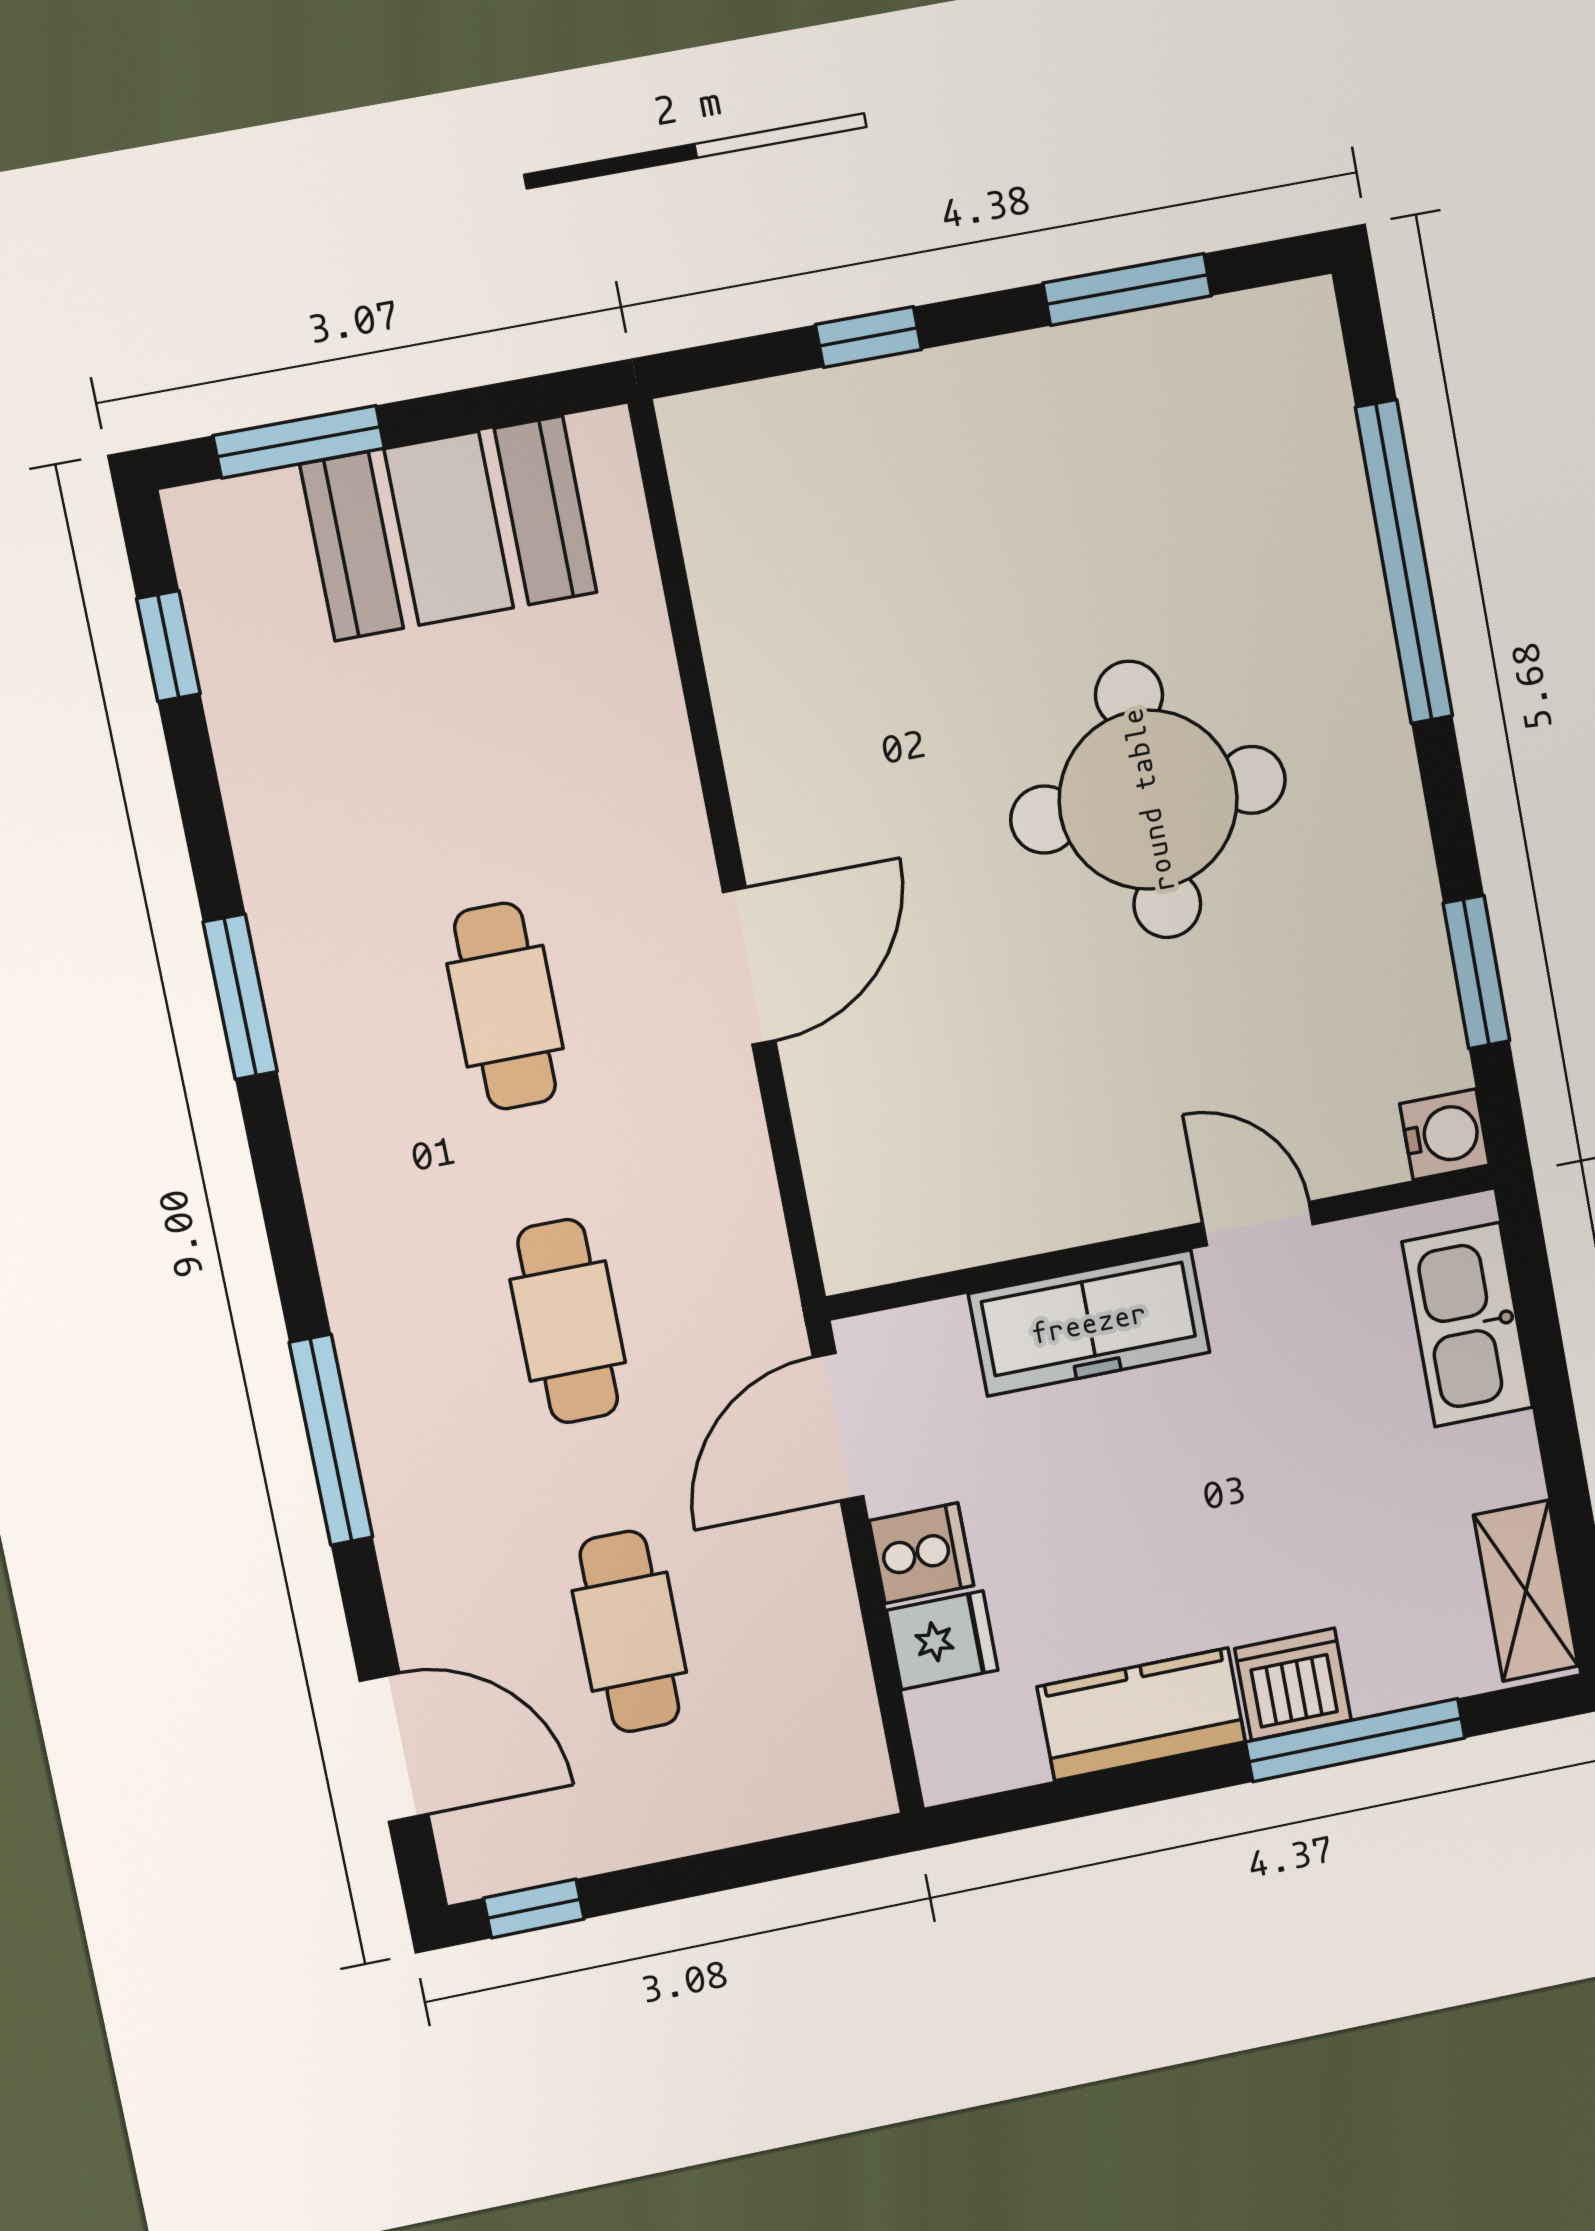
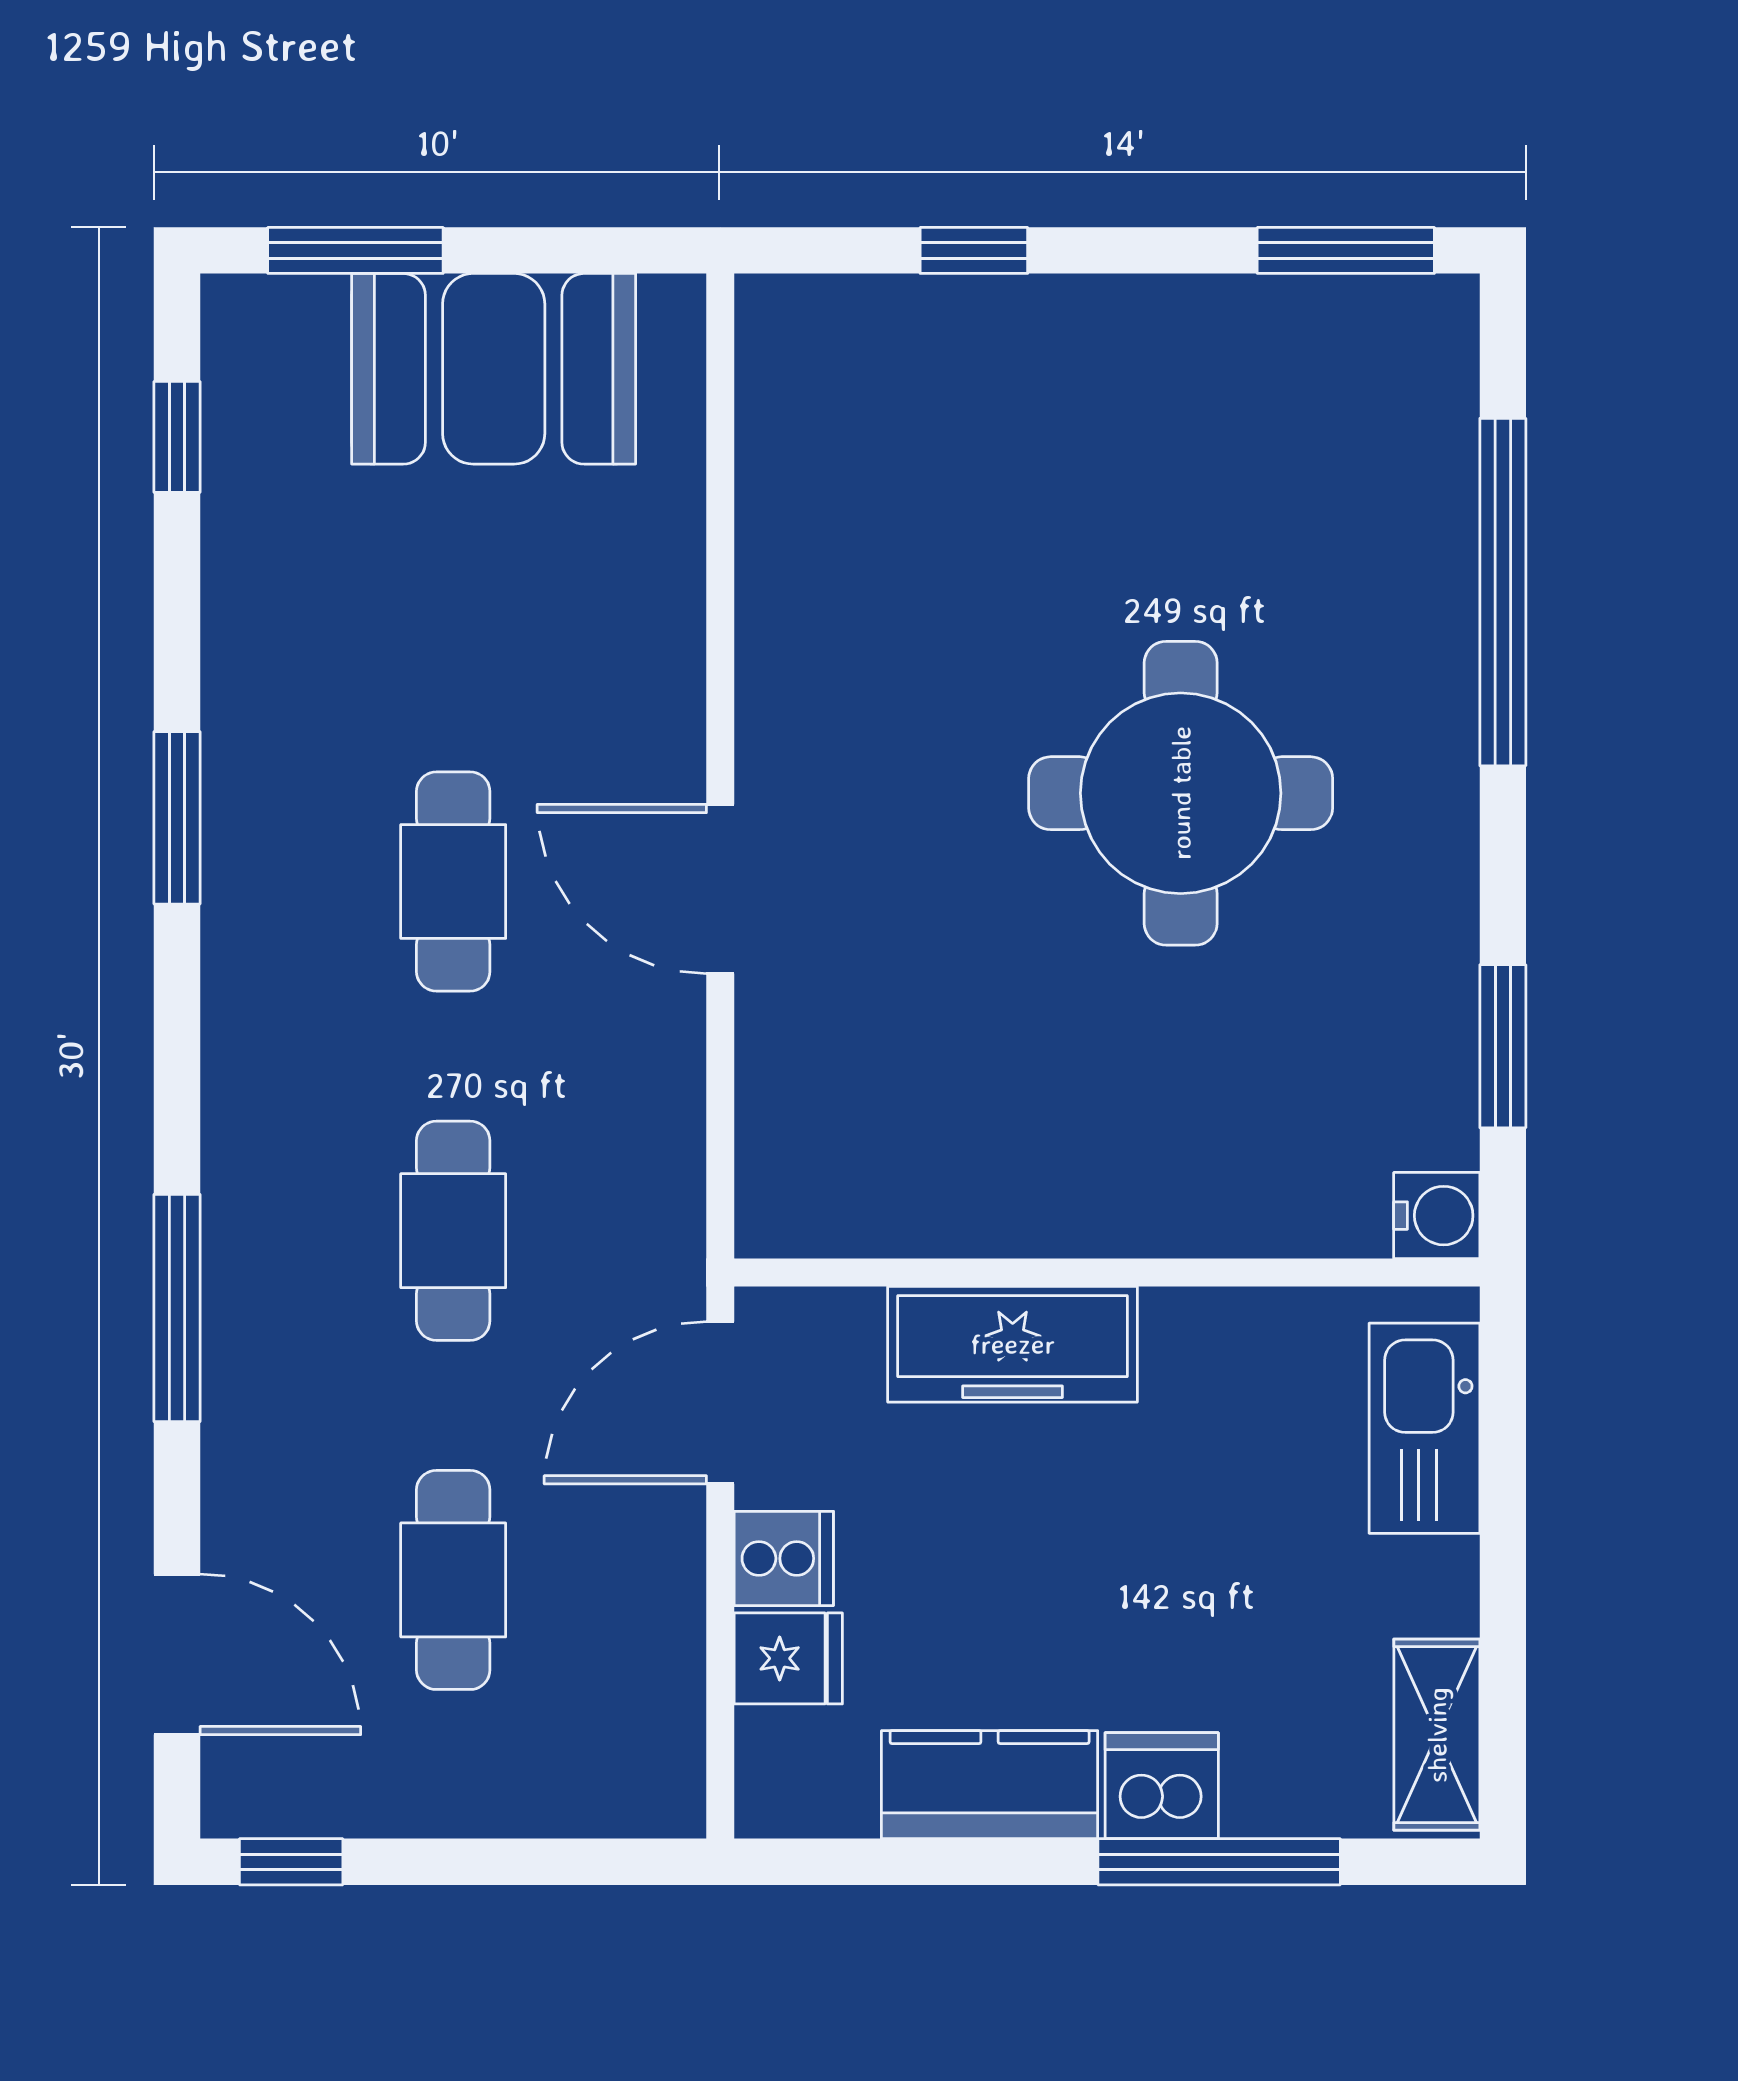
window: (1127, 289) -> (1346, 250), moved
door: (749, 966) -> (720, 889), swing flipped
door: (1258, 1224) -> (1216, 1272), removed

